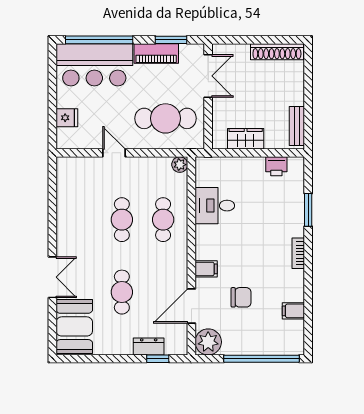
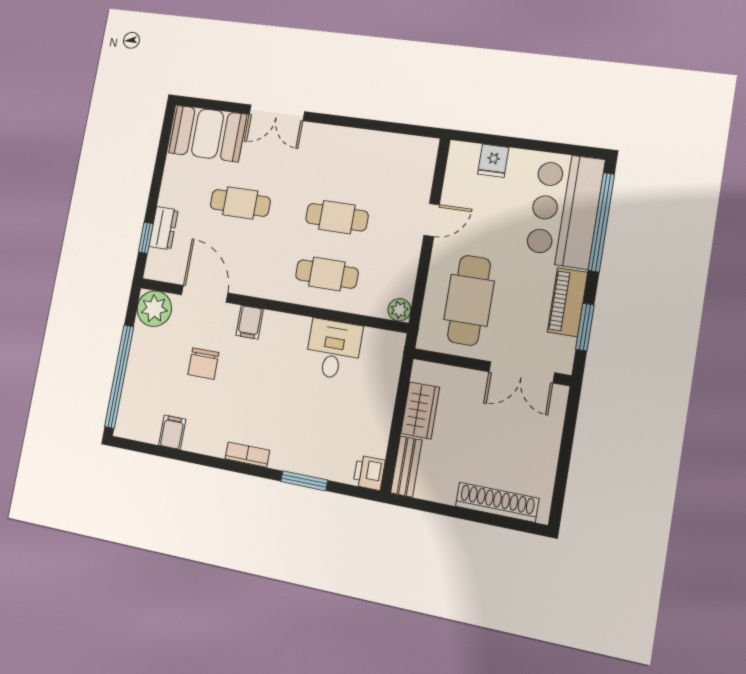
shoe rack: (277, 52) -> (497, 502), moved, turned 90
bench: (297, 126) -> (406, 466), moved, turned 90
printer: (276, 166) -> (369, 473), moved

